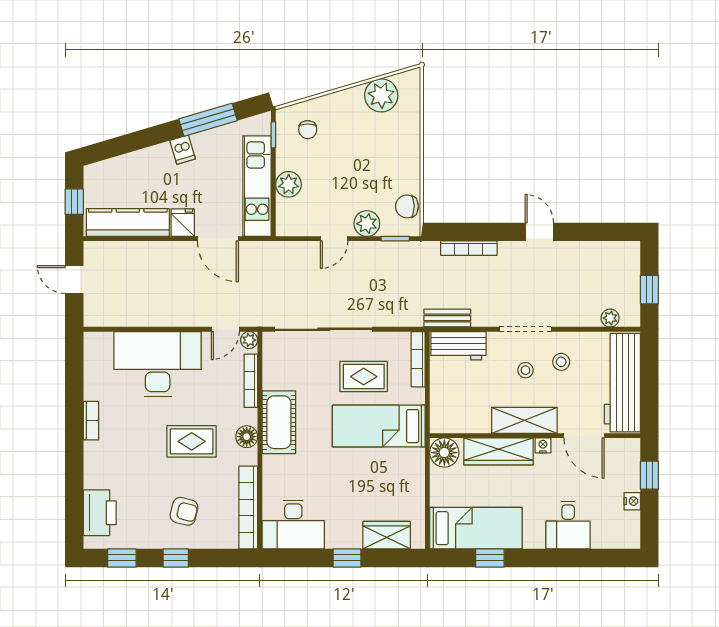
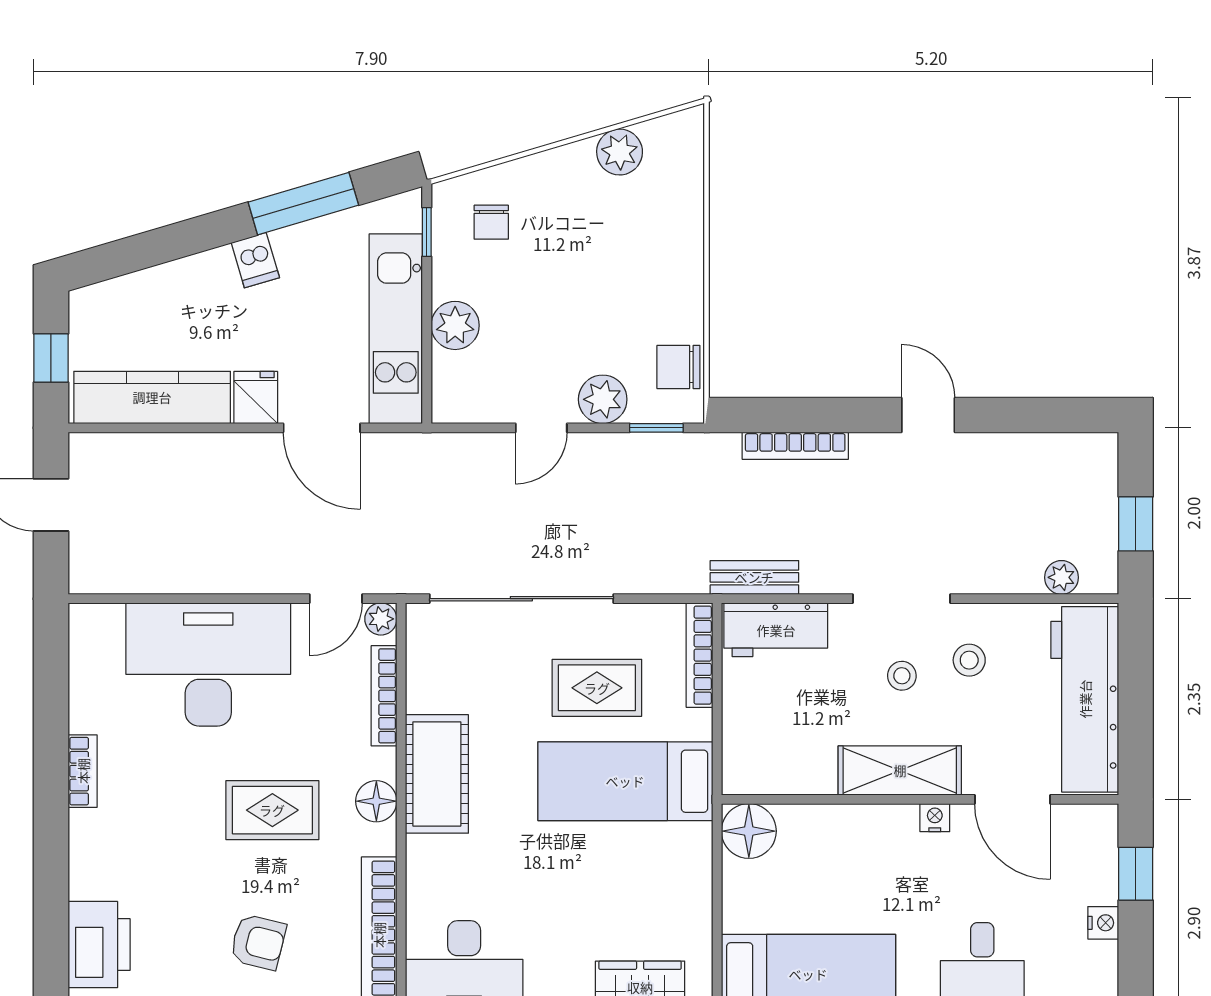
plant: (381, 95) -> (620, 152), width x0.73, depth x0.73
wardrobe: (499, 451) -> (851, 829), removed

